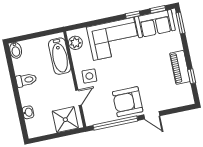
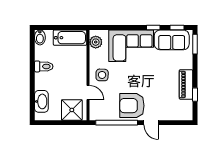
bathtub: (60, 56) -> (70, 38), moved, turned -90
door: (79, 98) -> (88, 93), hinge flipped
washbasin: (28, 112) -> (41, 101), width x1.91, depth x1.45

